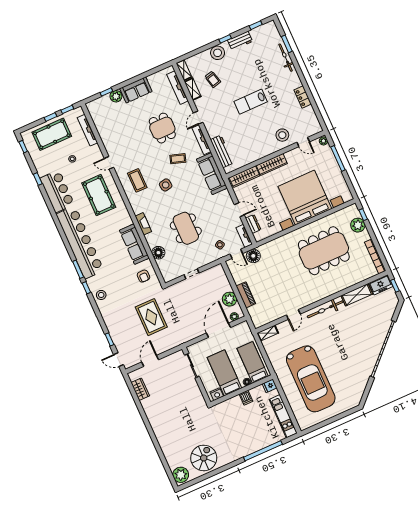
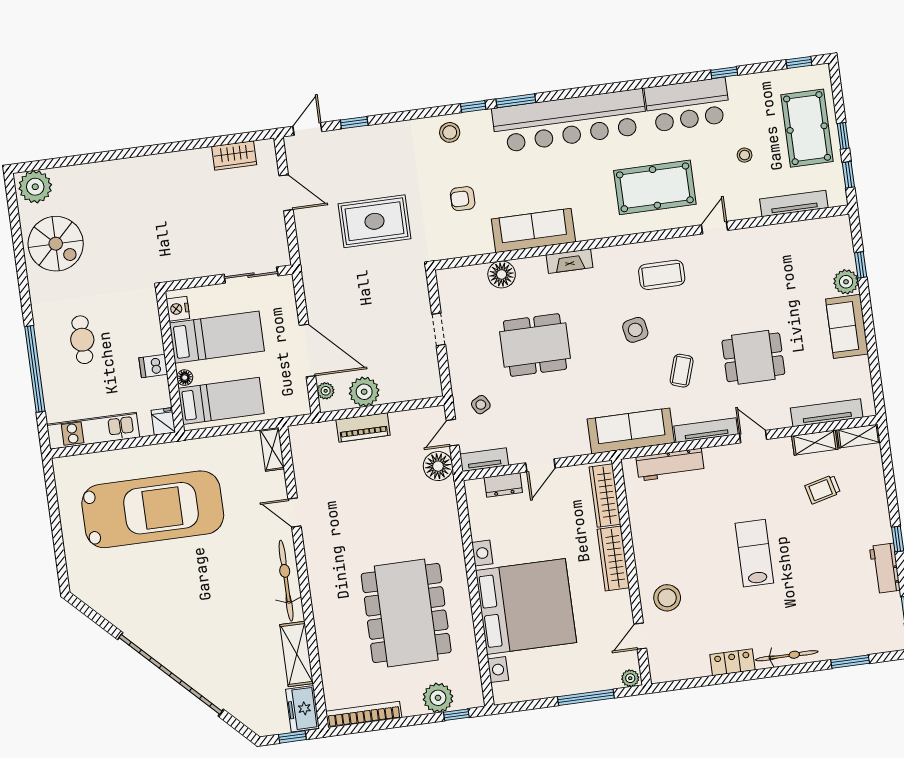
stool: (218, 53) -> (874, 515), removed
bicycle: (285, 58) -> (787, 656), moved
armchair: (143, 276) -> (463, 199), moved
car: (311, 379) -> (153, 509), turned 180
cafe table: (243, 433) -> (82, 340), added

